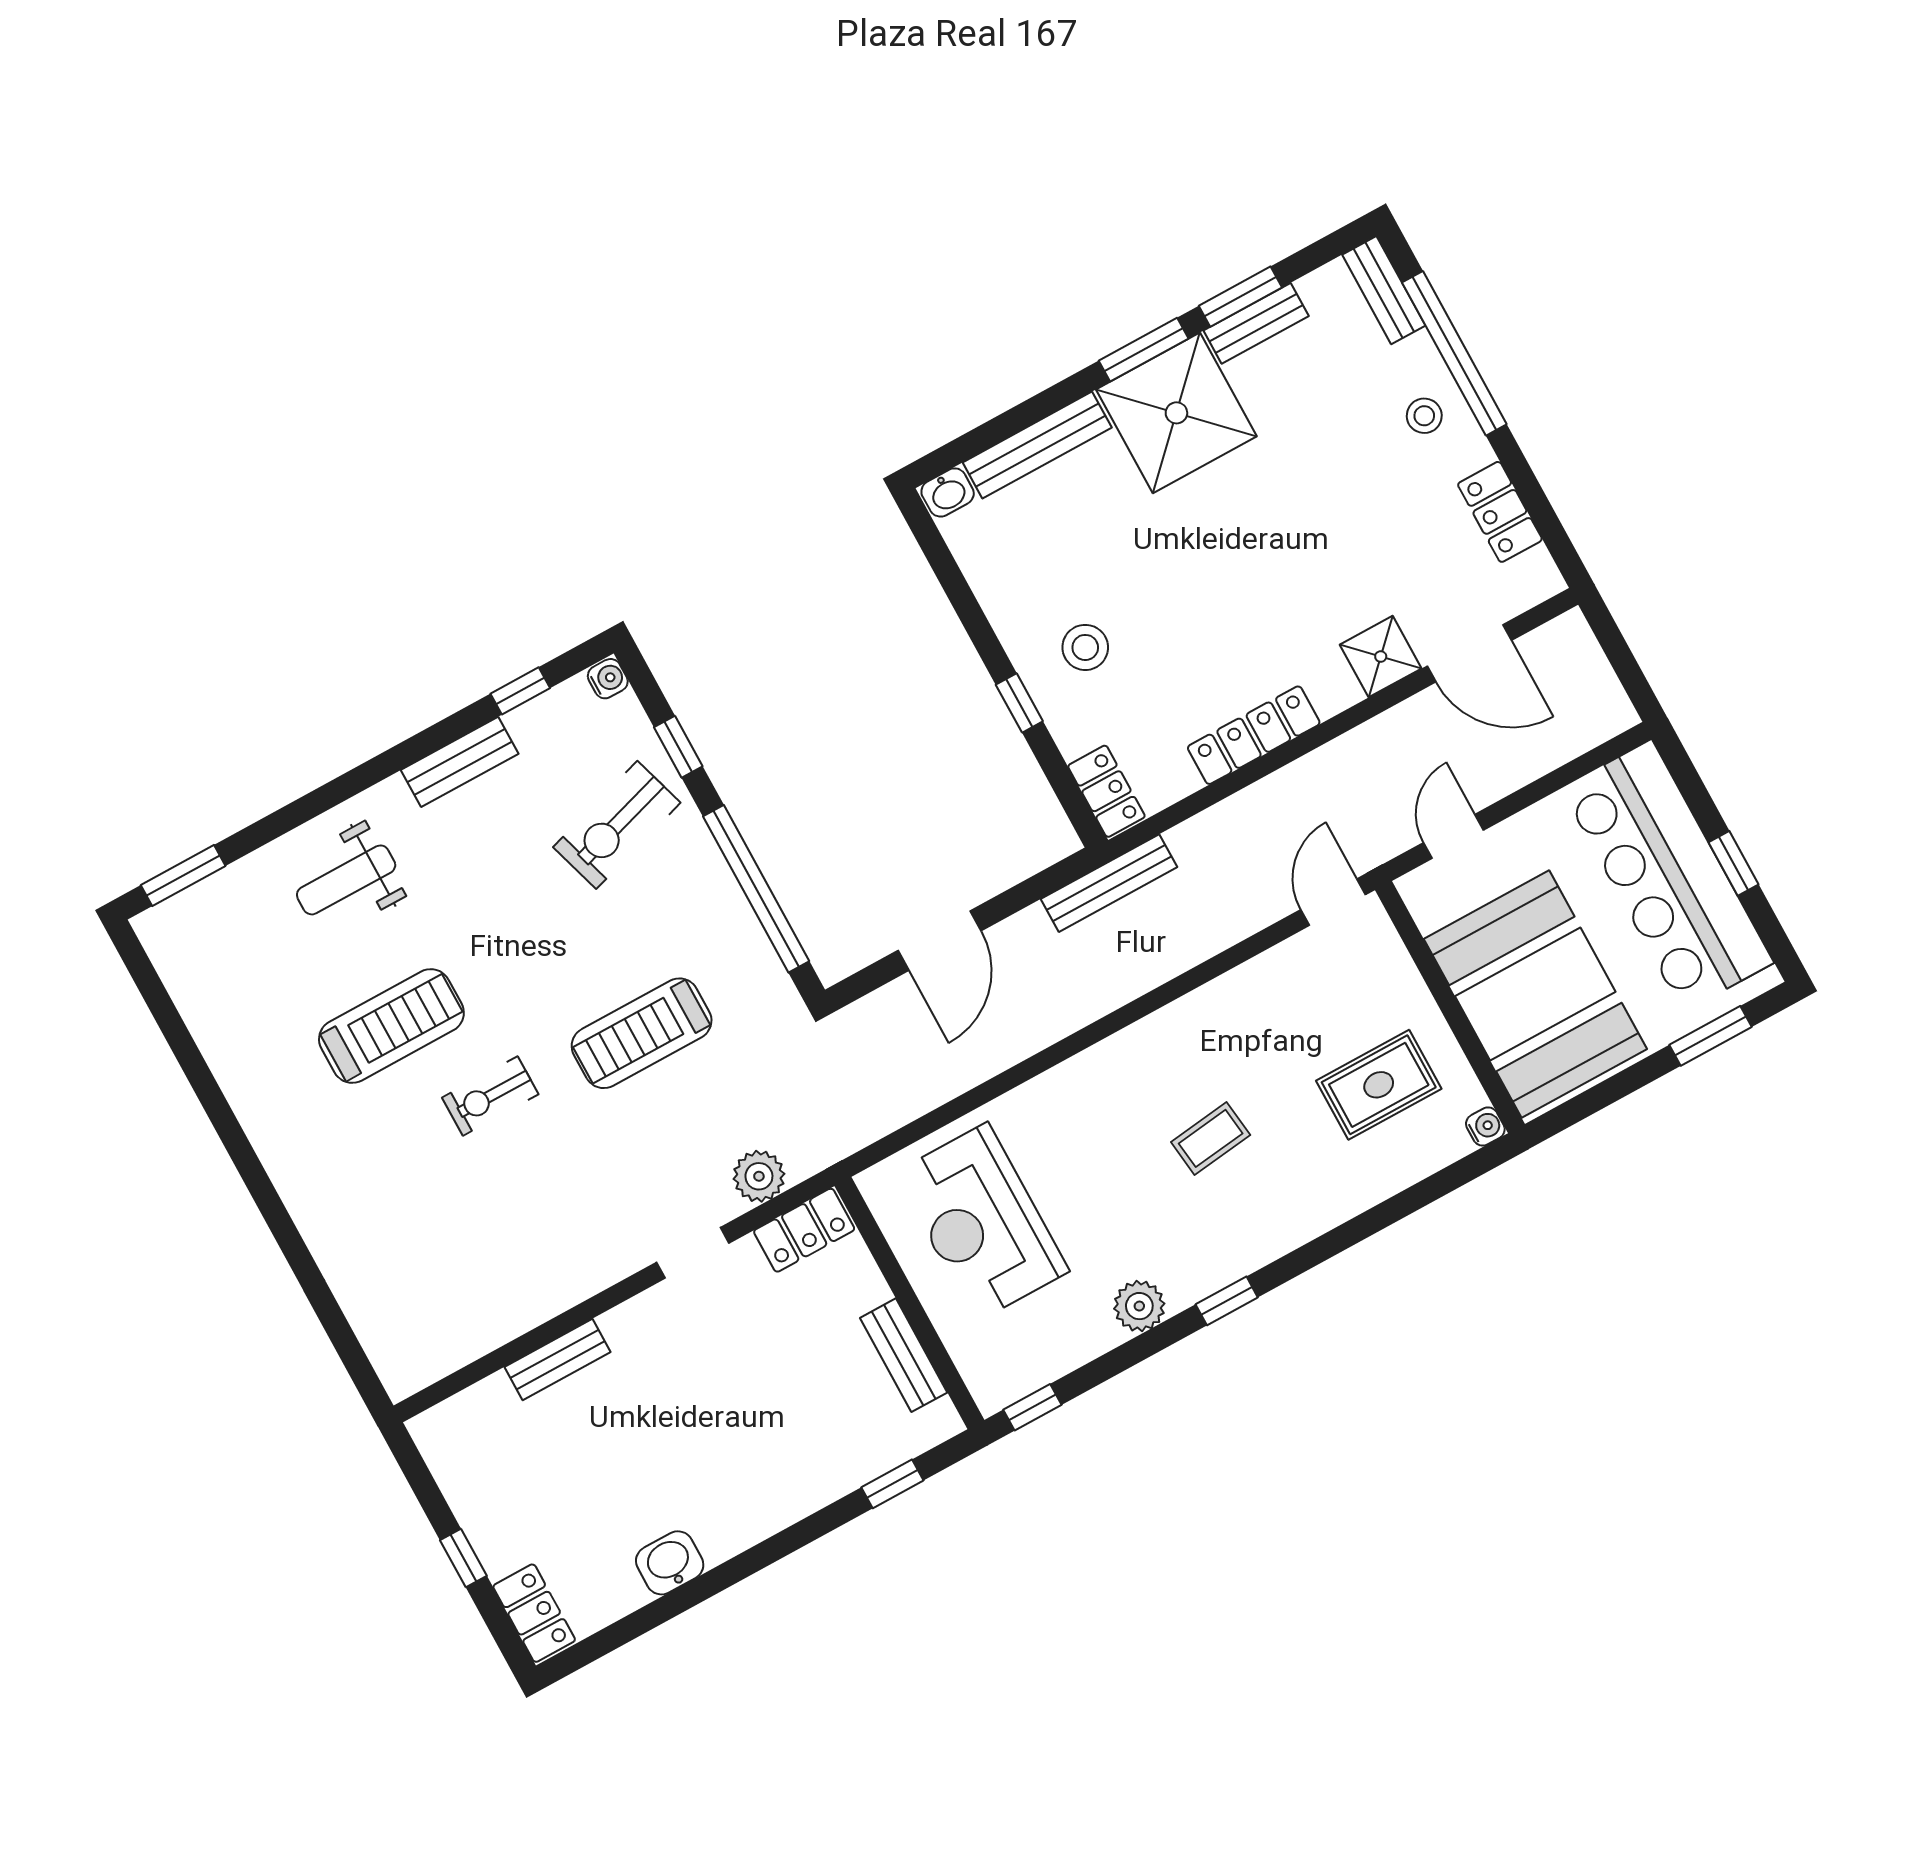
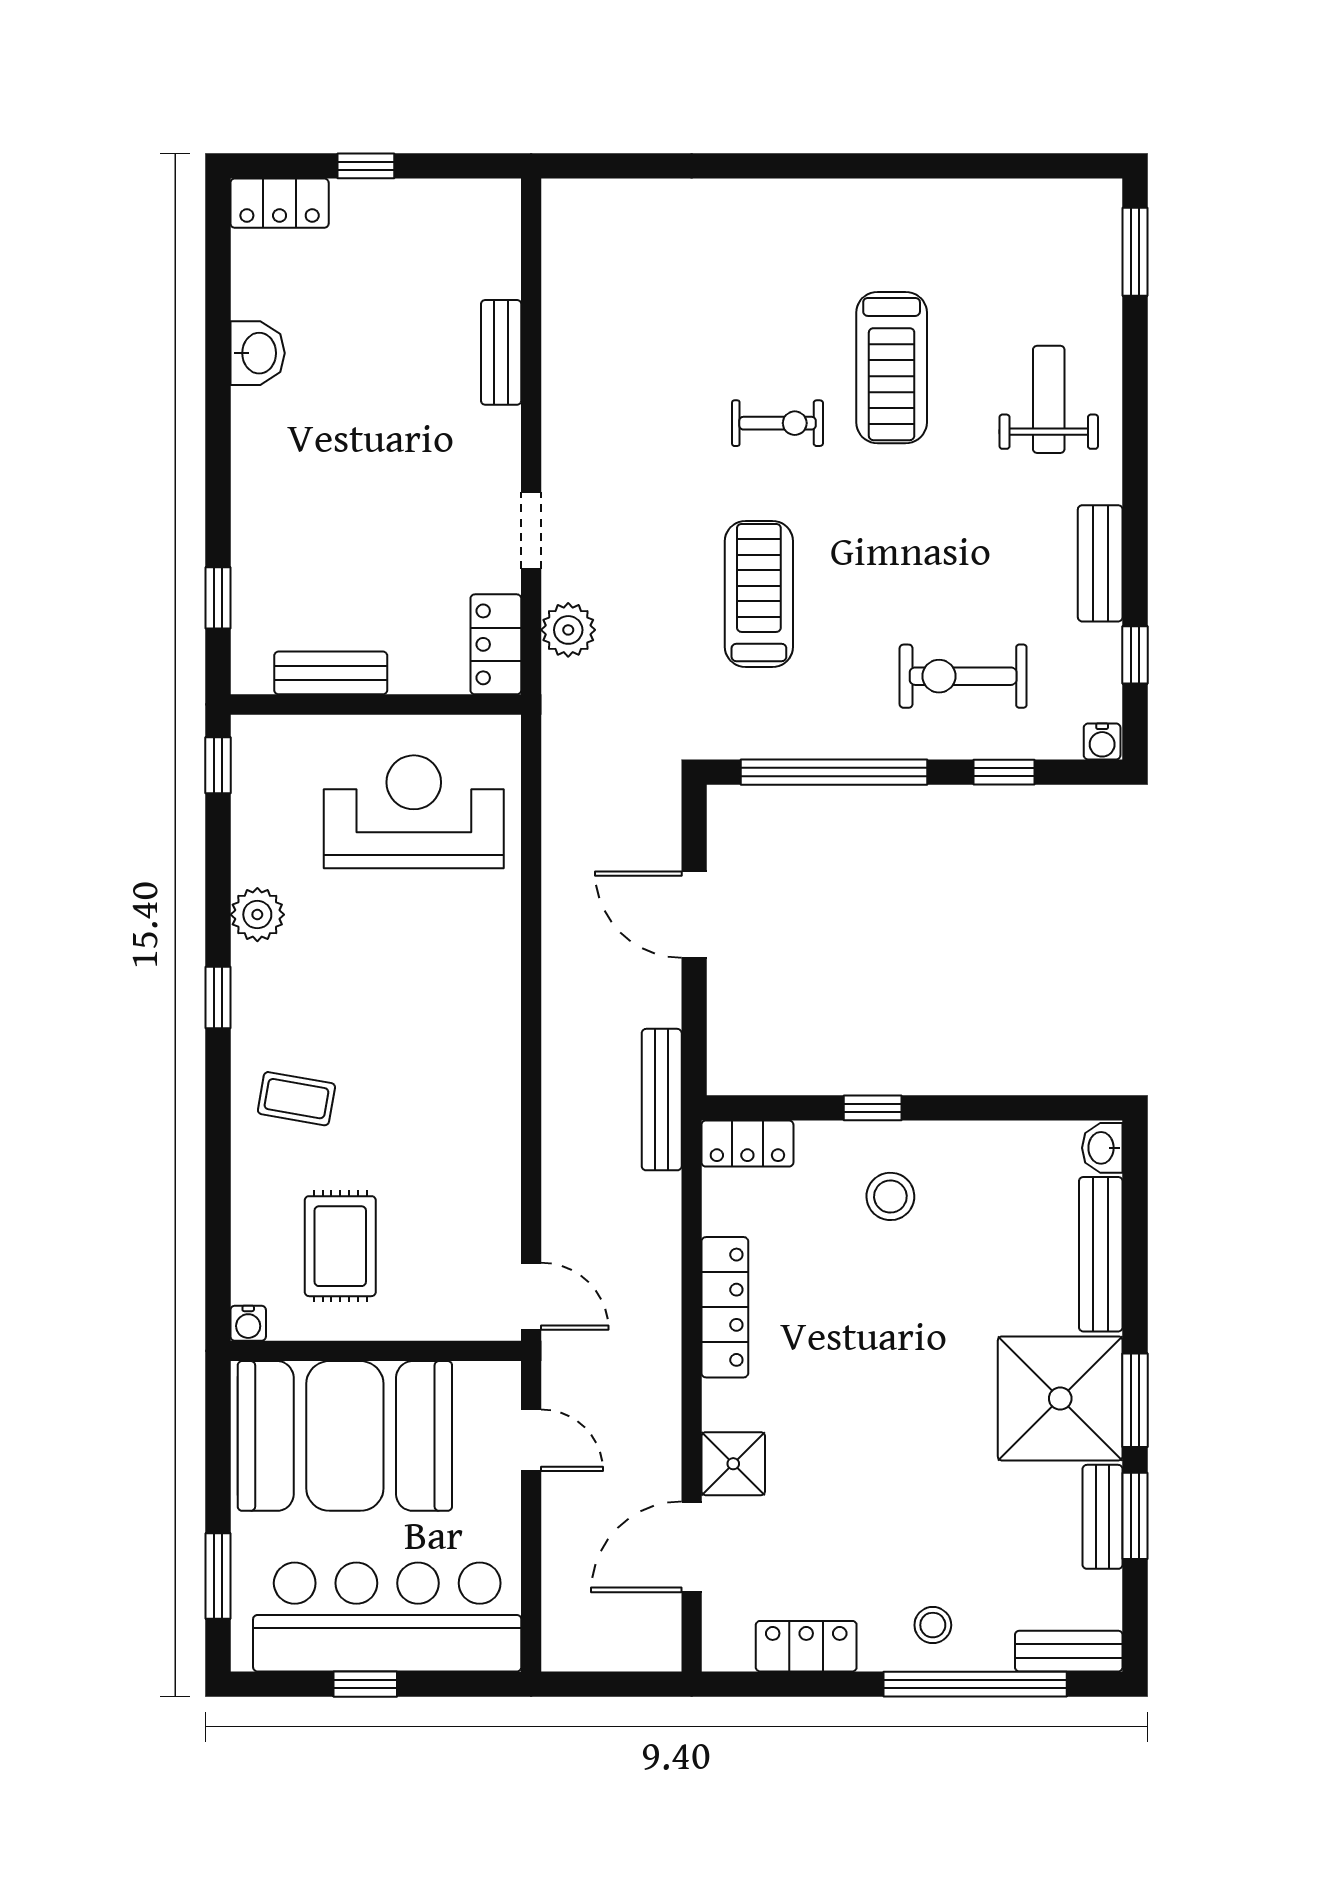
exercise bike: (617, 825) -> (963, 676), turned -73
exercise bike: (490, 1096) -> (778, 423), turned 90
coffee table: (1211, 1138) -> (296, 1099), moved, turned -73

